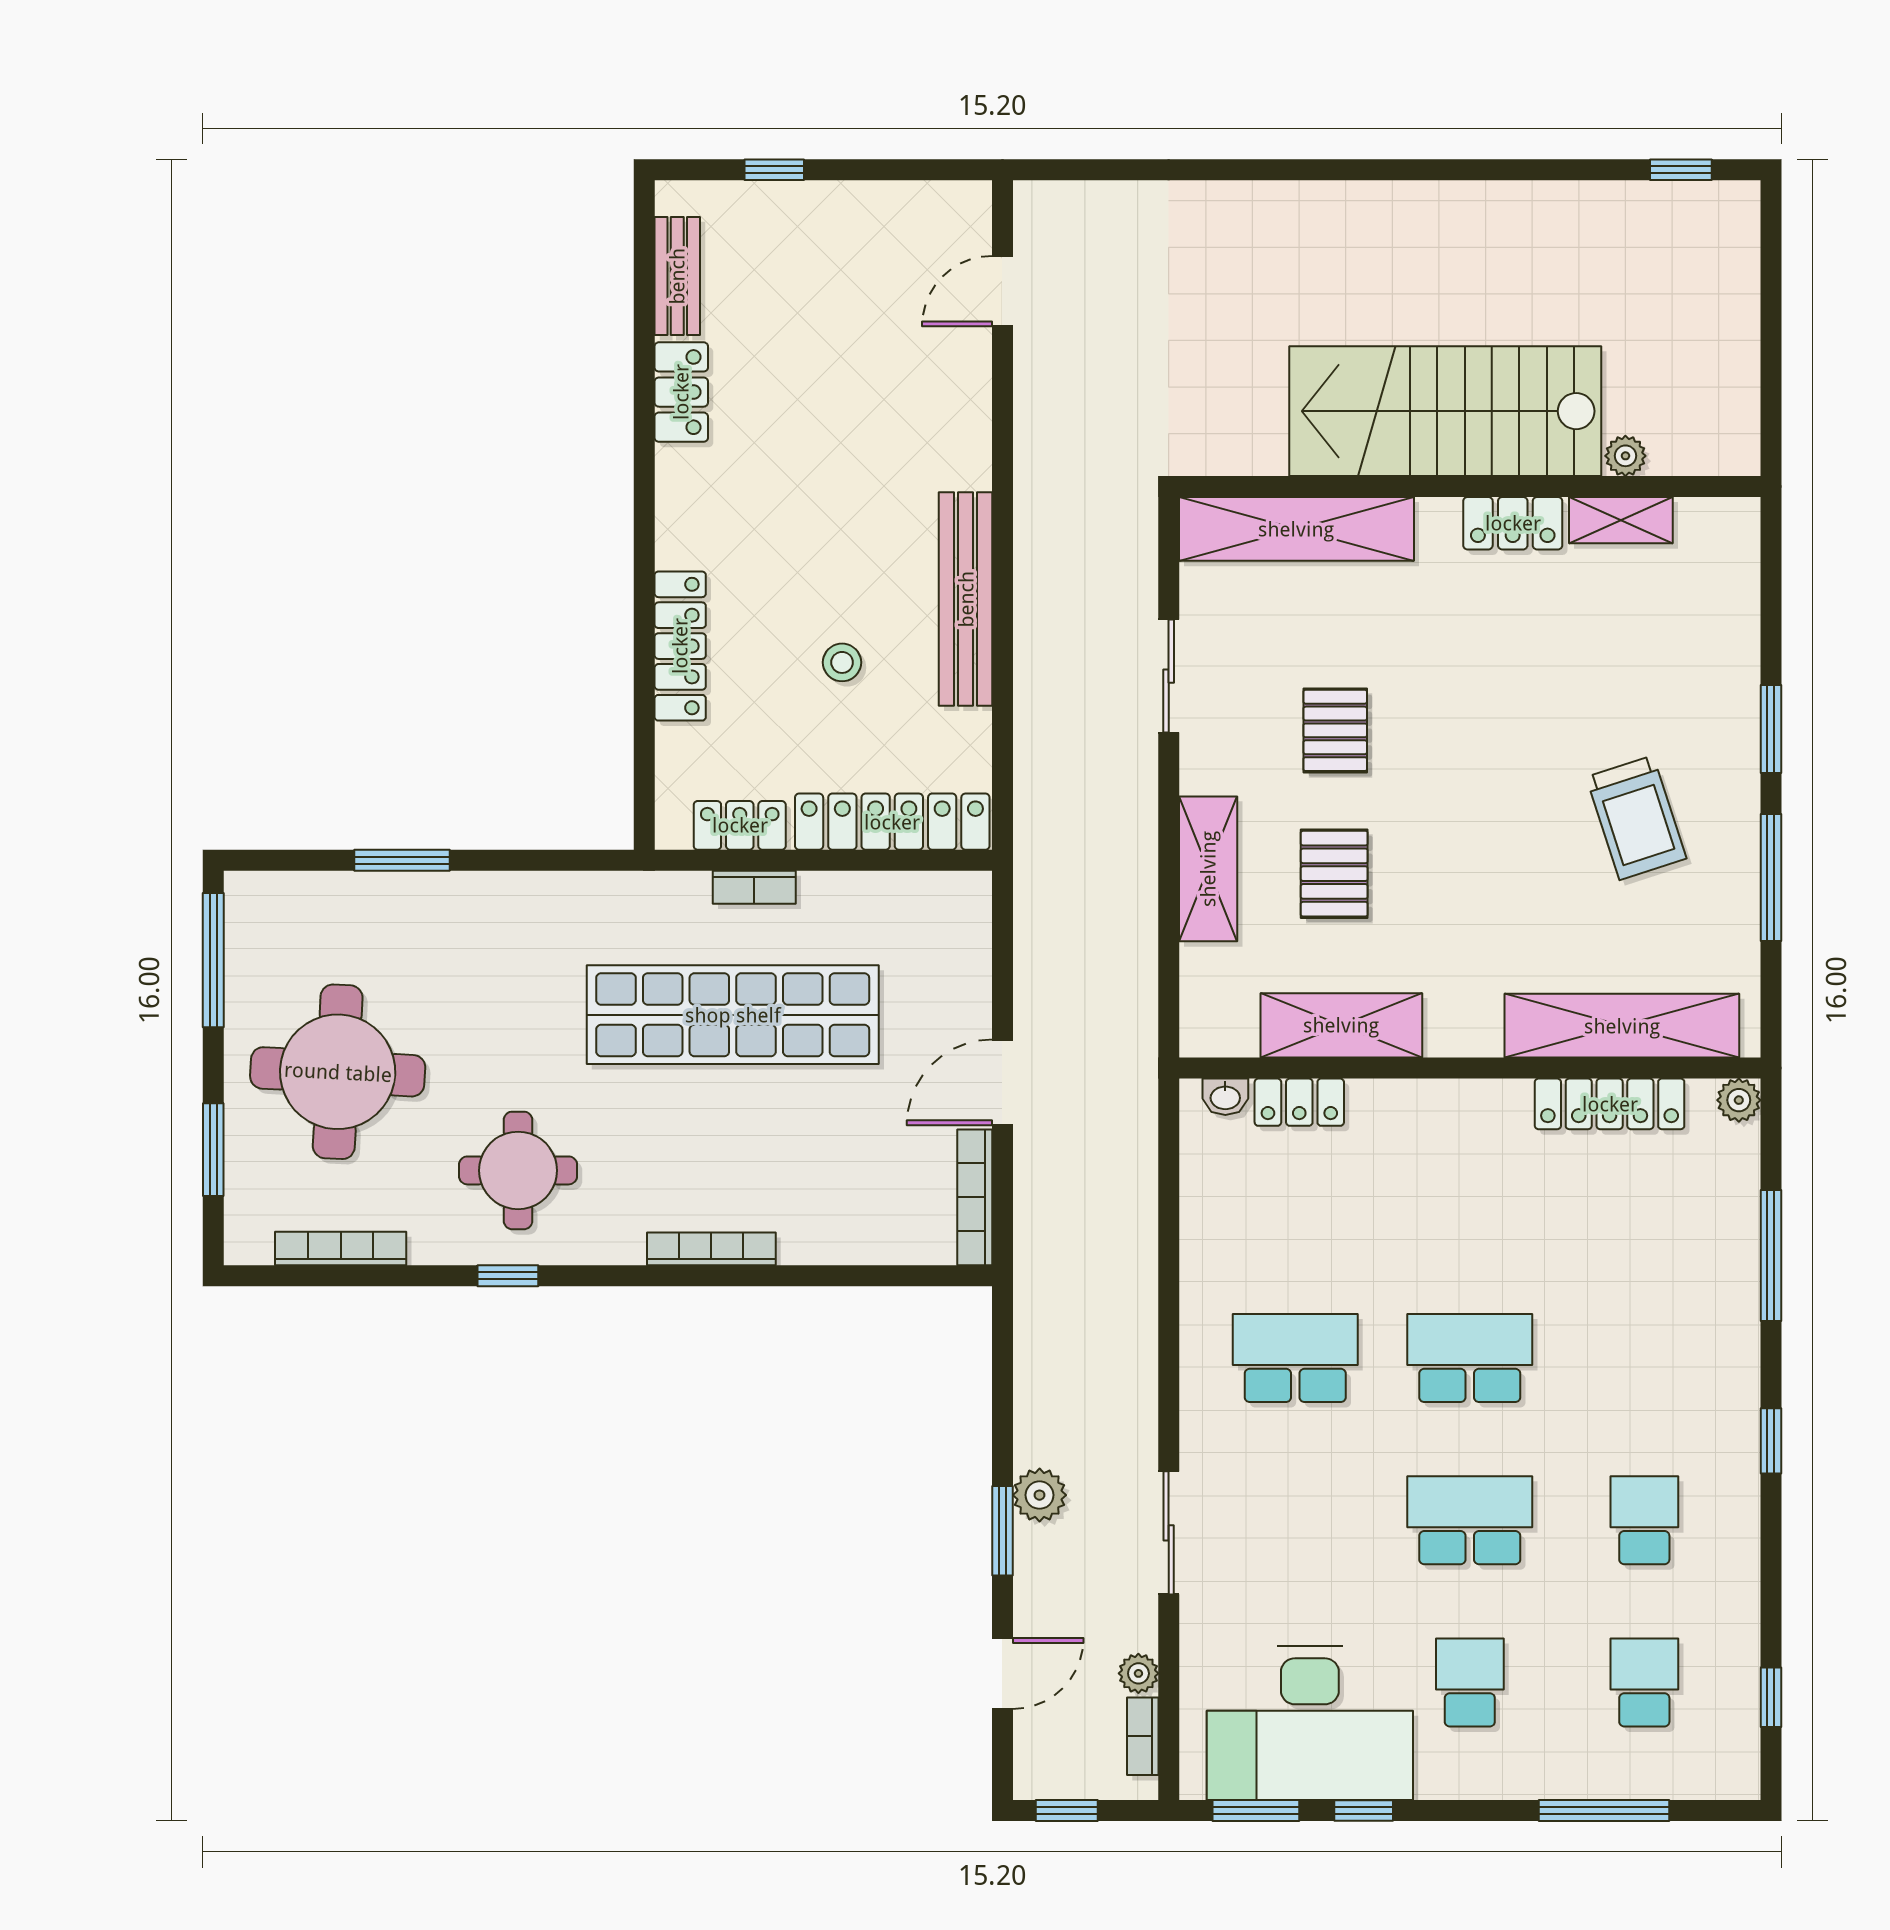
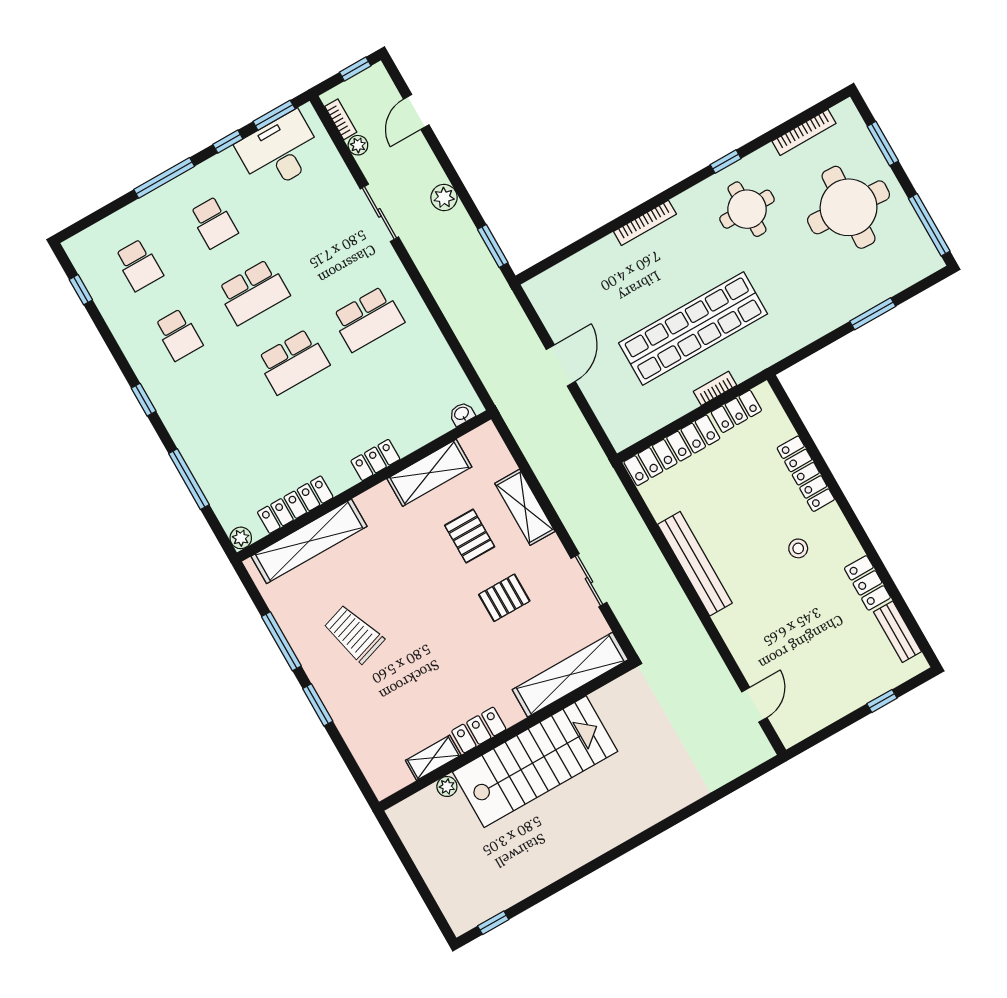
stool: (842, 662) -> (798, 548), moved
pallet: (1335, 730) -> (504, 598), turned 90
locker: (1299, 1102) -> (375, 460), moved
bookcase: (975, 1197) -> (545, 309), removed
window: (1002, 1531) -> (493, 246), moved
desk: (1310, 1723) -> (280, 152), width x0.73, depth x0.77
window: (1604, 1810) -> (164, 178), moved

